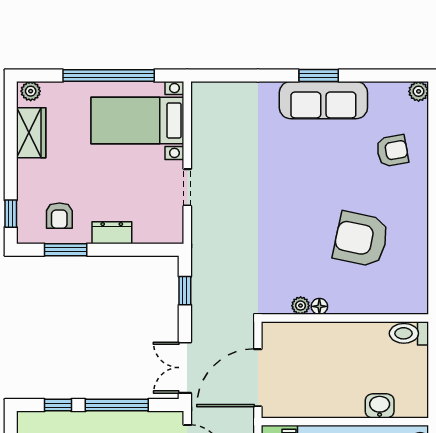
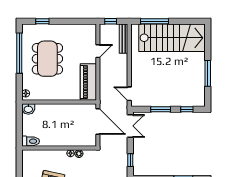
door: (258, 378) -> (98, 121), hinge flipped
window: (117, 405) -> (161, 109), width x0.69
washbasin: (380, 406) -> (28, 109), moved

